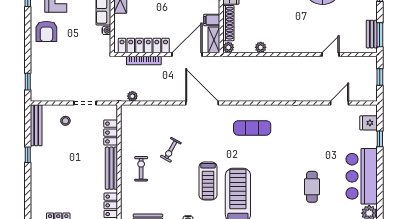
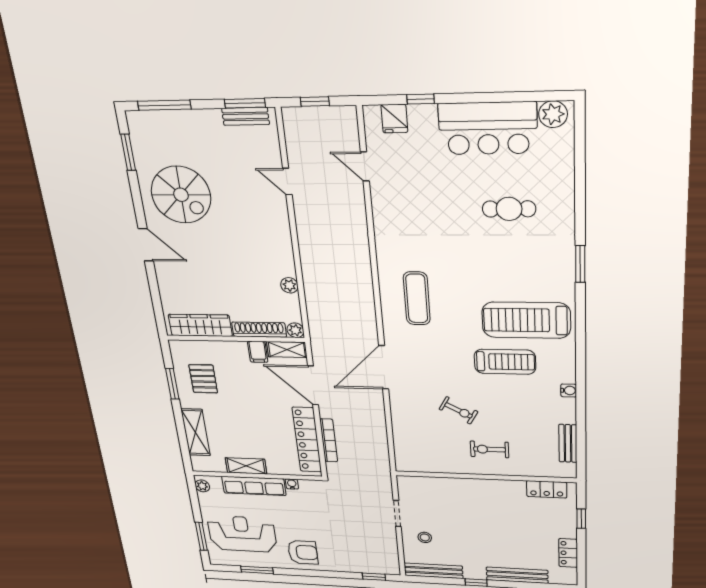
plant: (132, 96) -> (382, 457), removed
locker: (111, 133) -> (438, 485), removed
bench: (111, 168) -> (517, 575), moved

